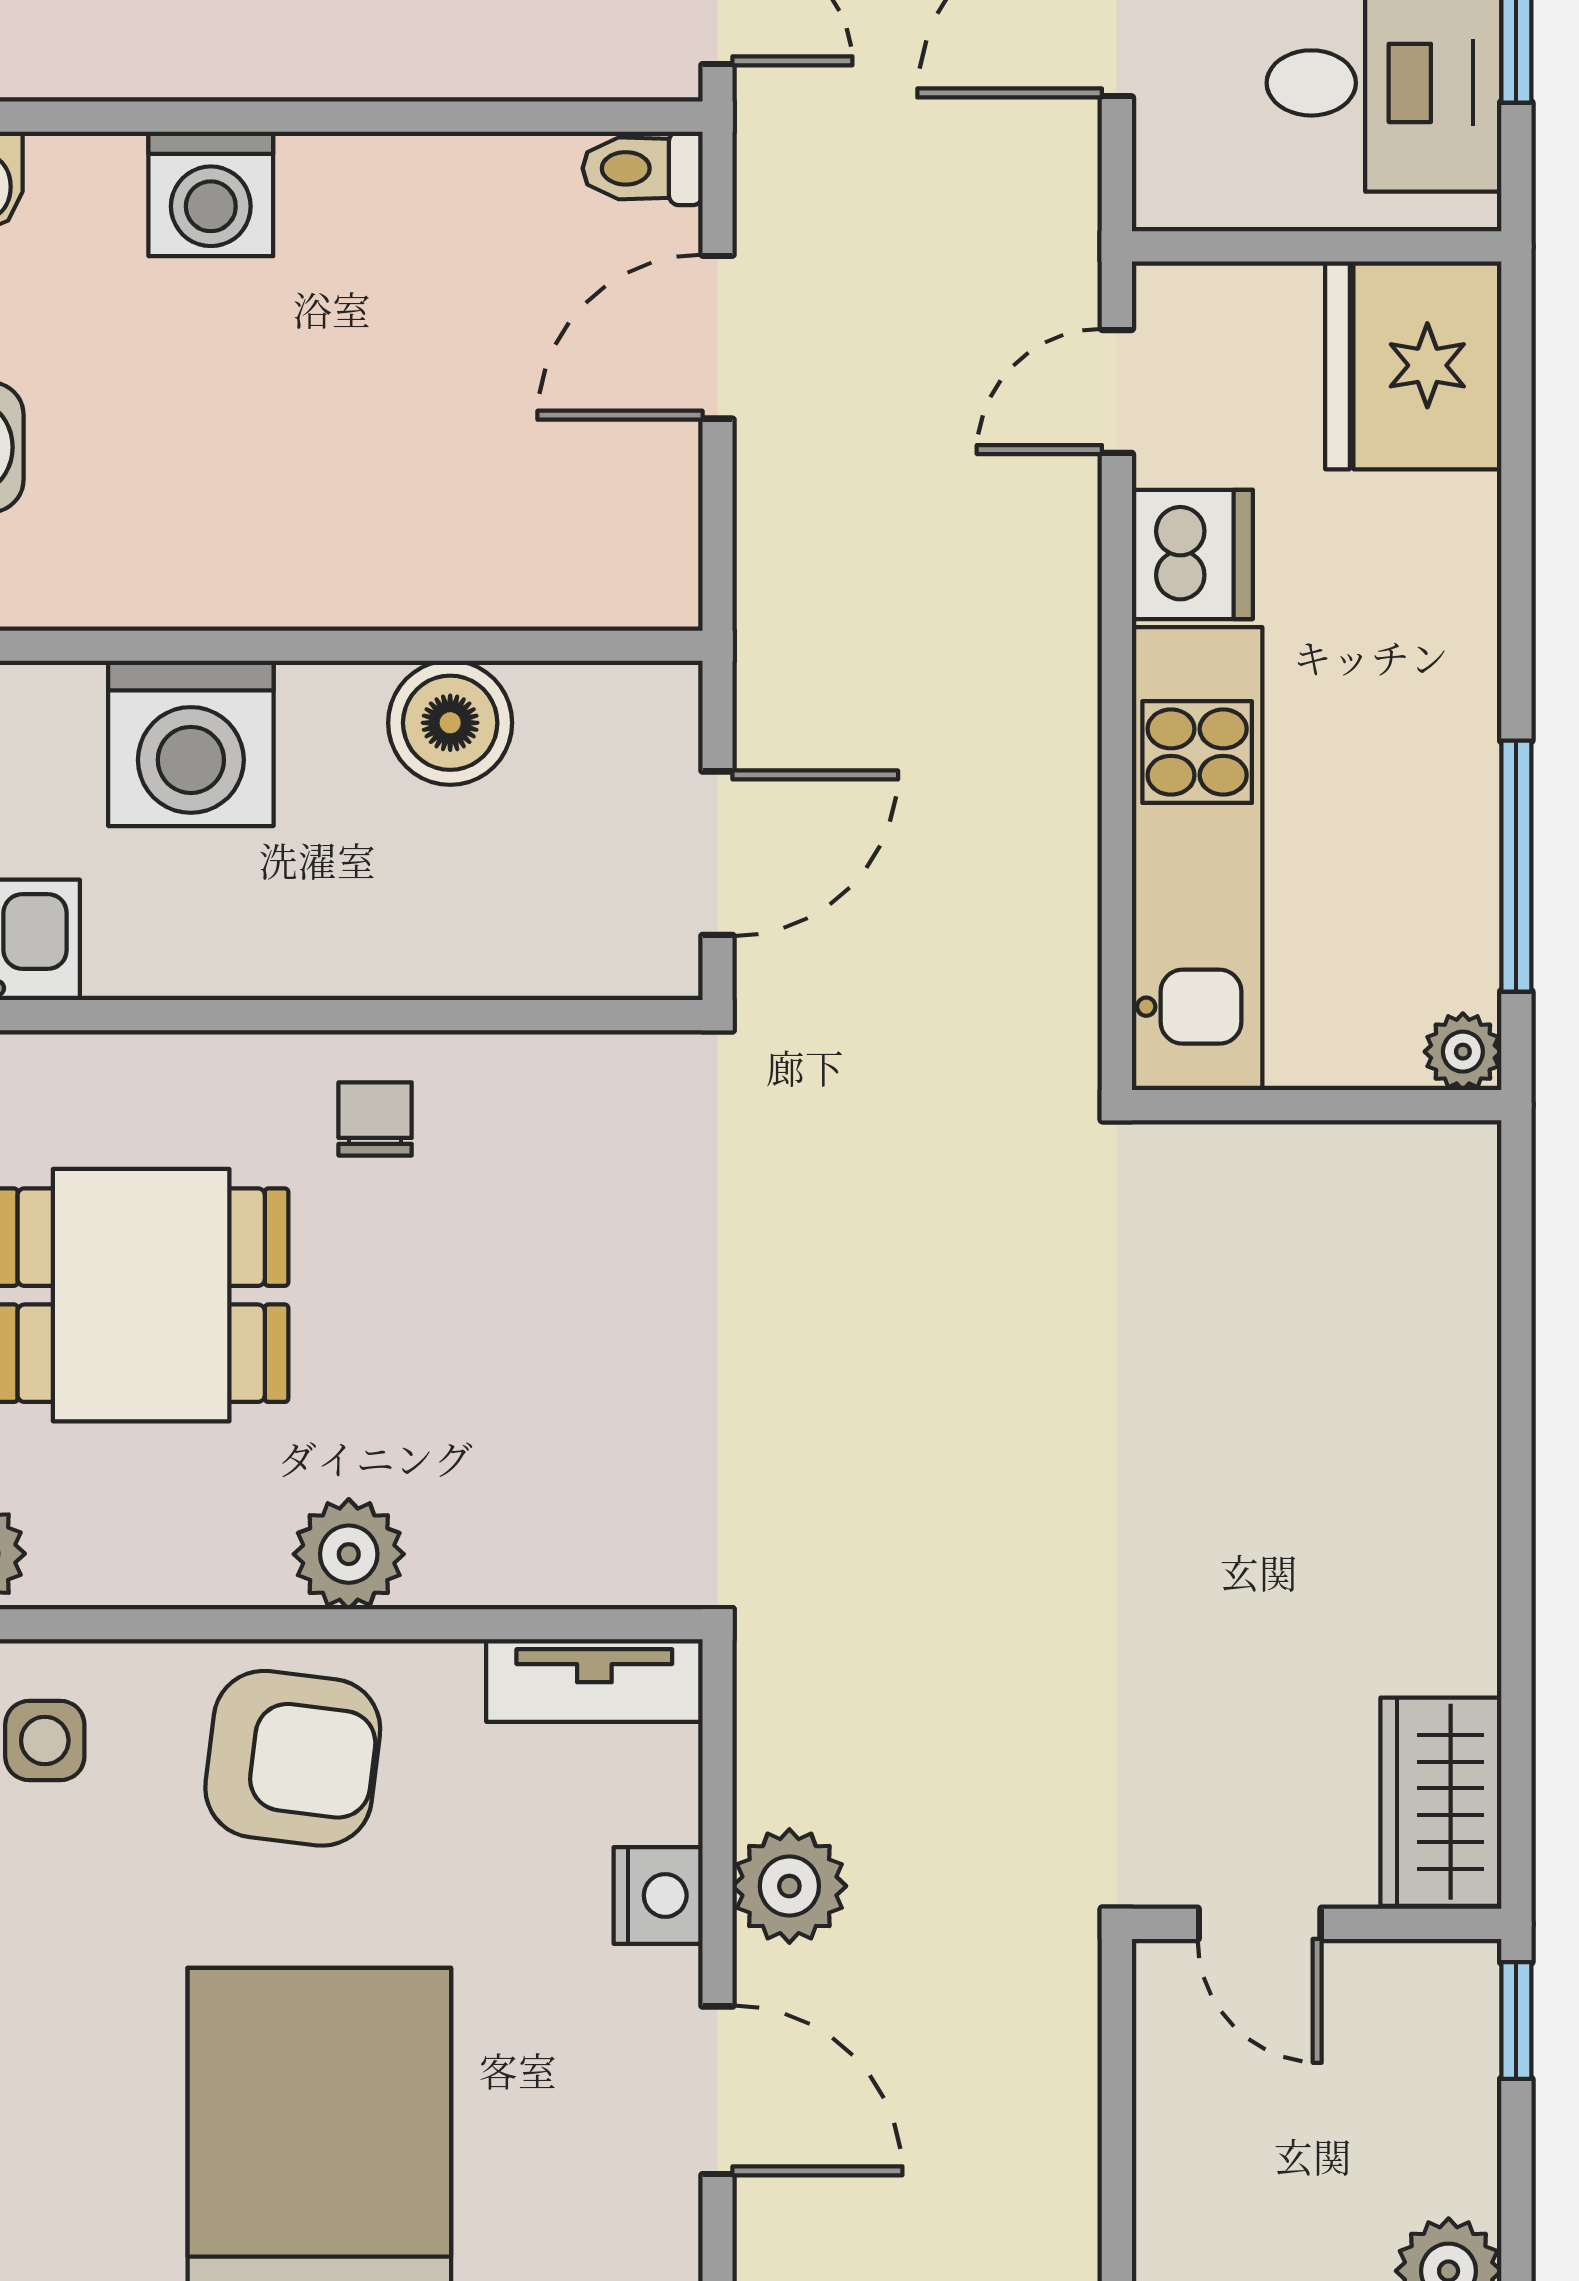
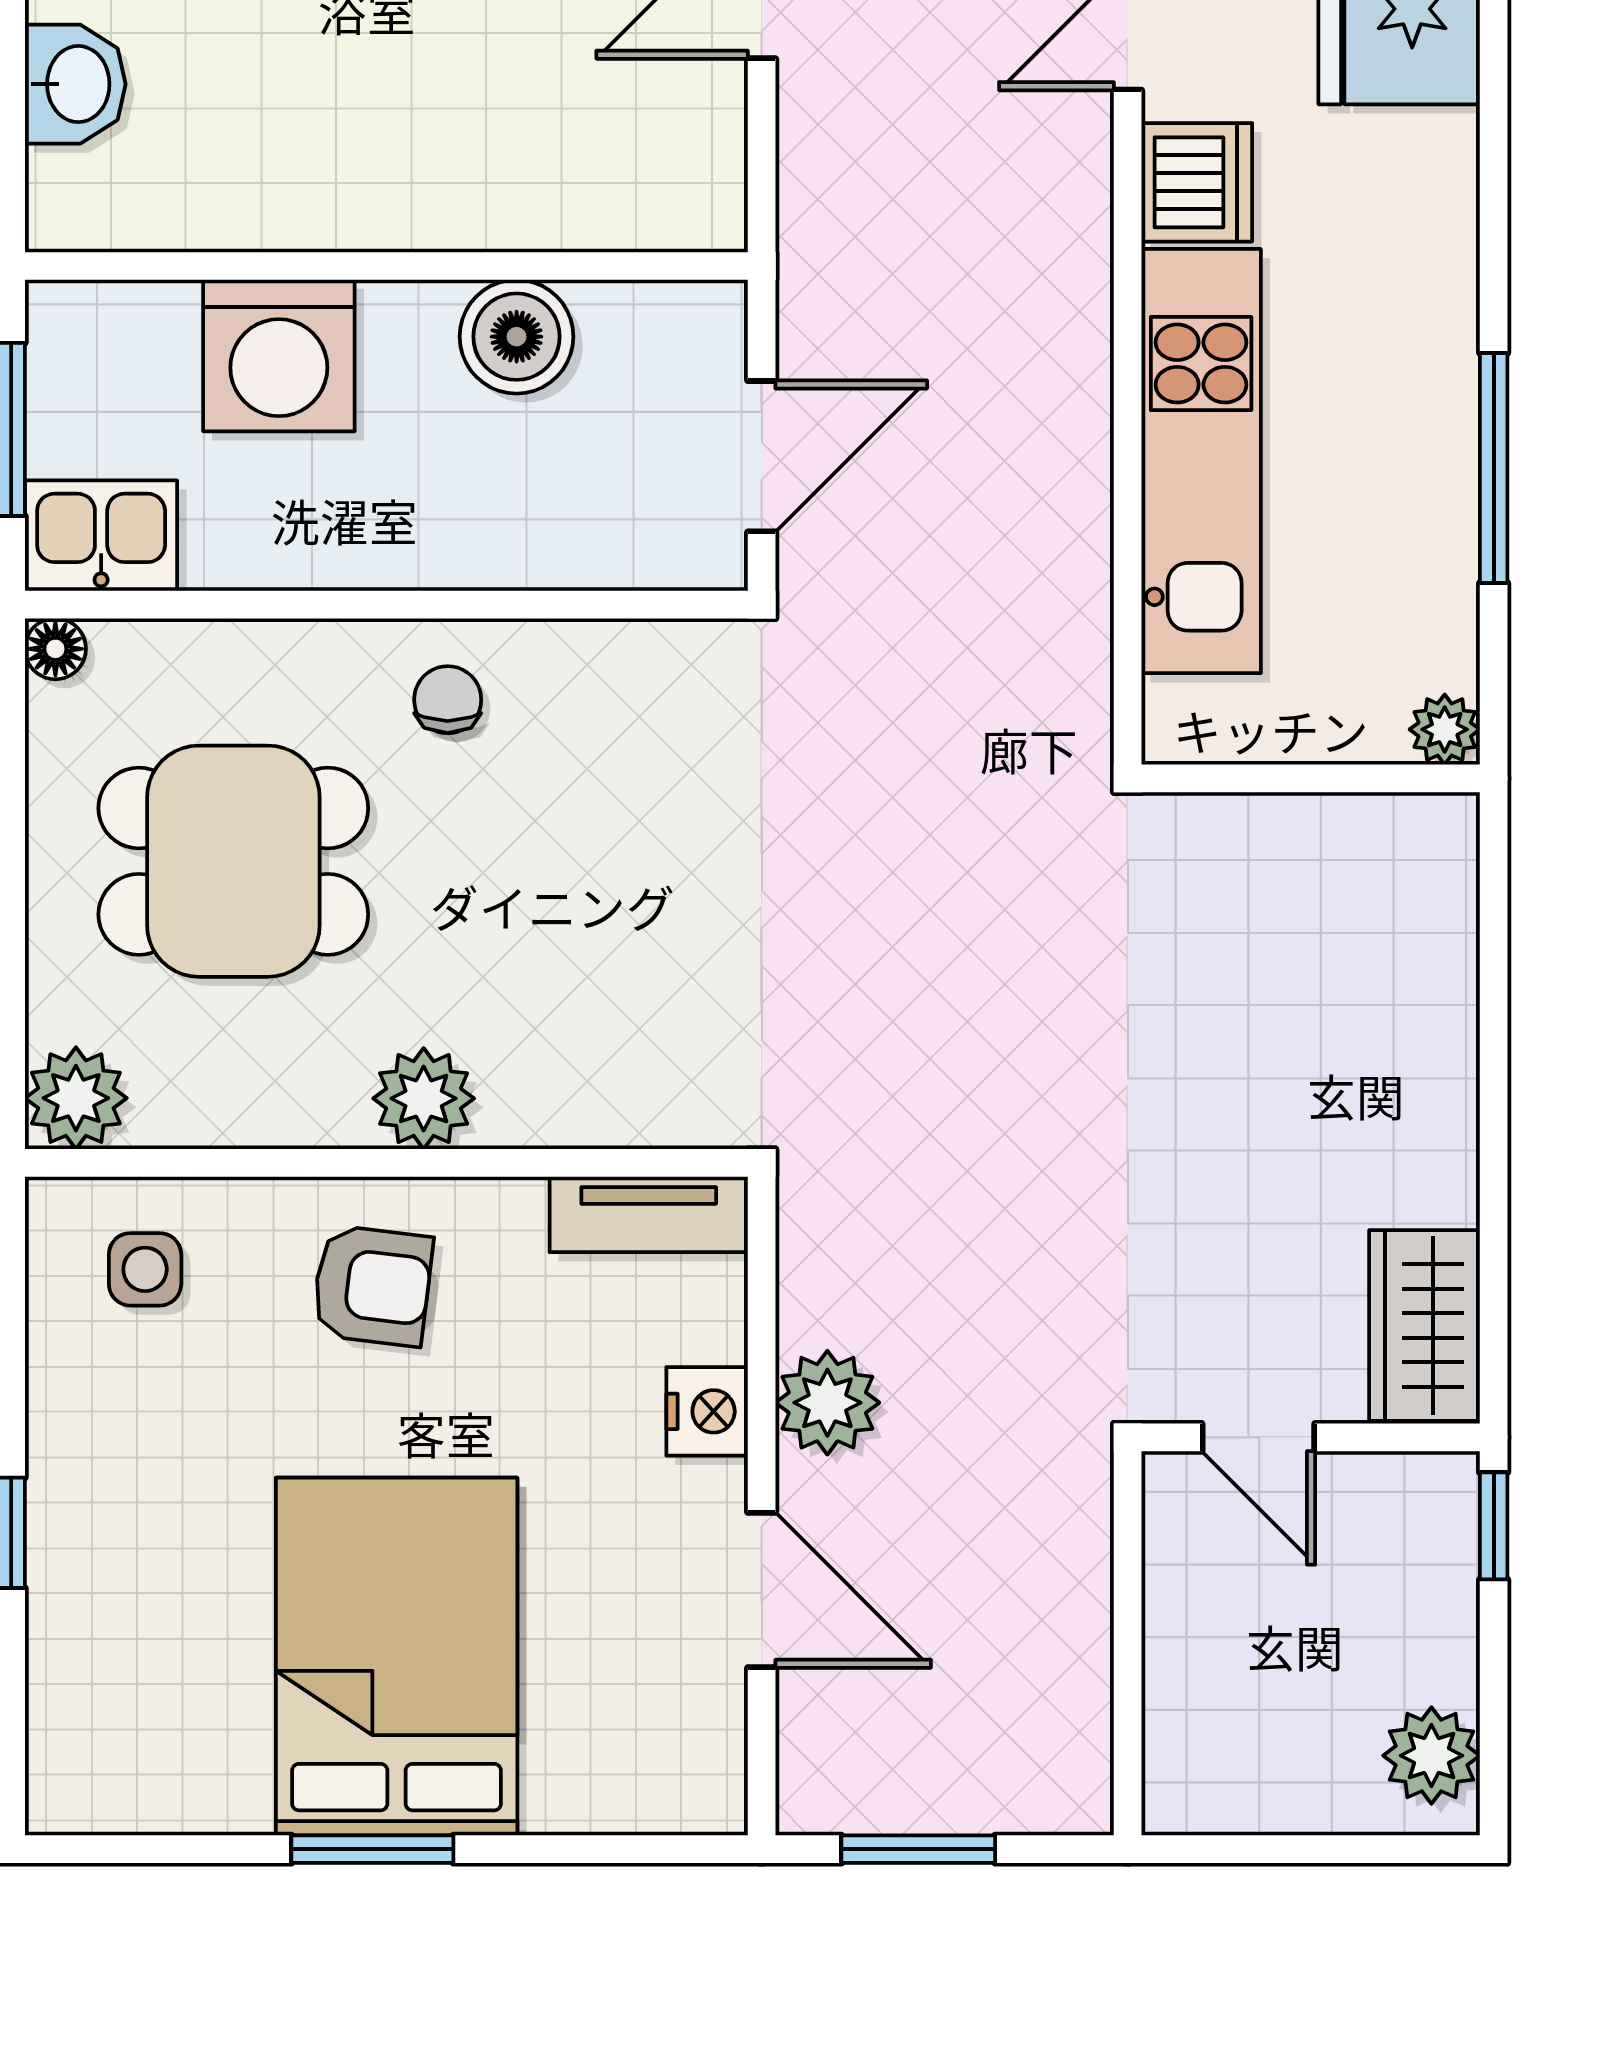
plant: (1463, 1052) -> (1445, 729), moved
wall: (1317, 1105) -> (1311, 778), moved
armchair: (293, 1758) -> (372, 1286), width x0.72, depth x0.72

